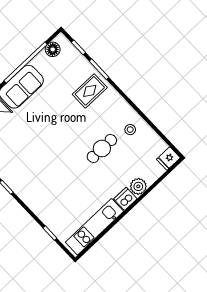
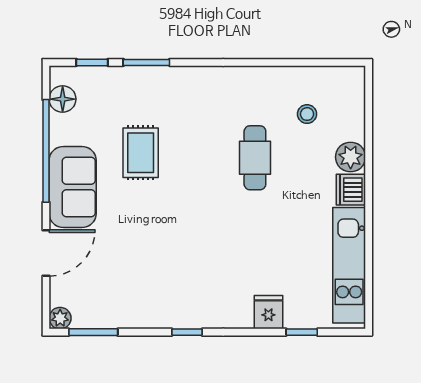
rug: (90, 91) -> (141, 153), moved
stool: (130, 130) -> (307, 114), moved
fridge: (168, 159) -> (268, 312), moved, turned 180

